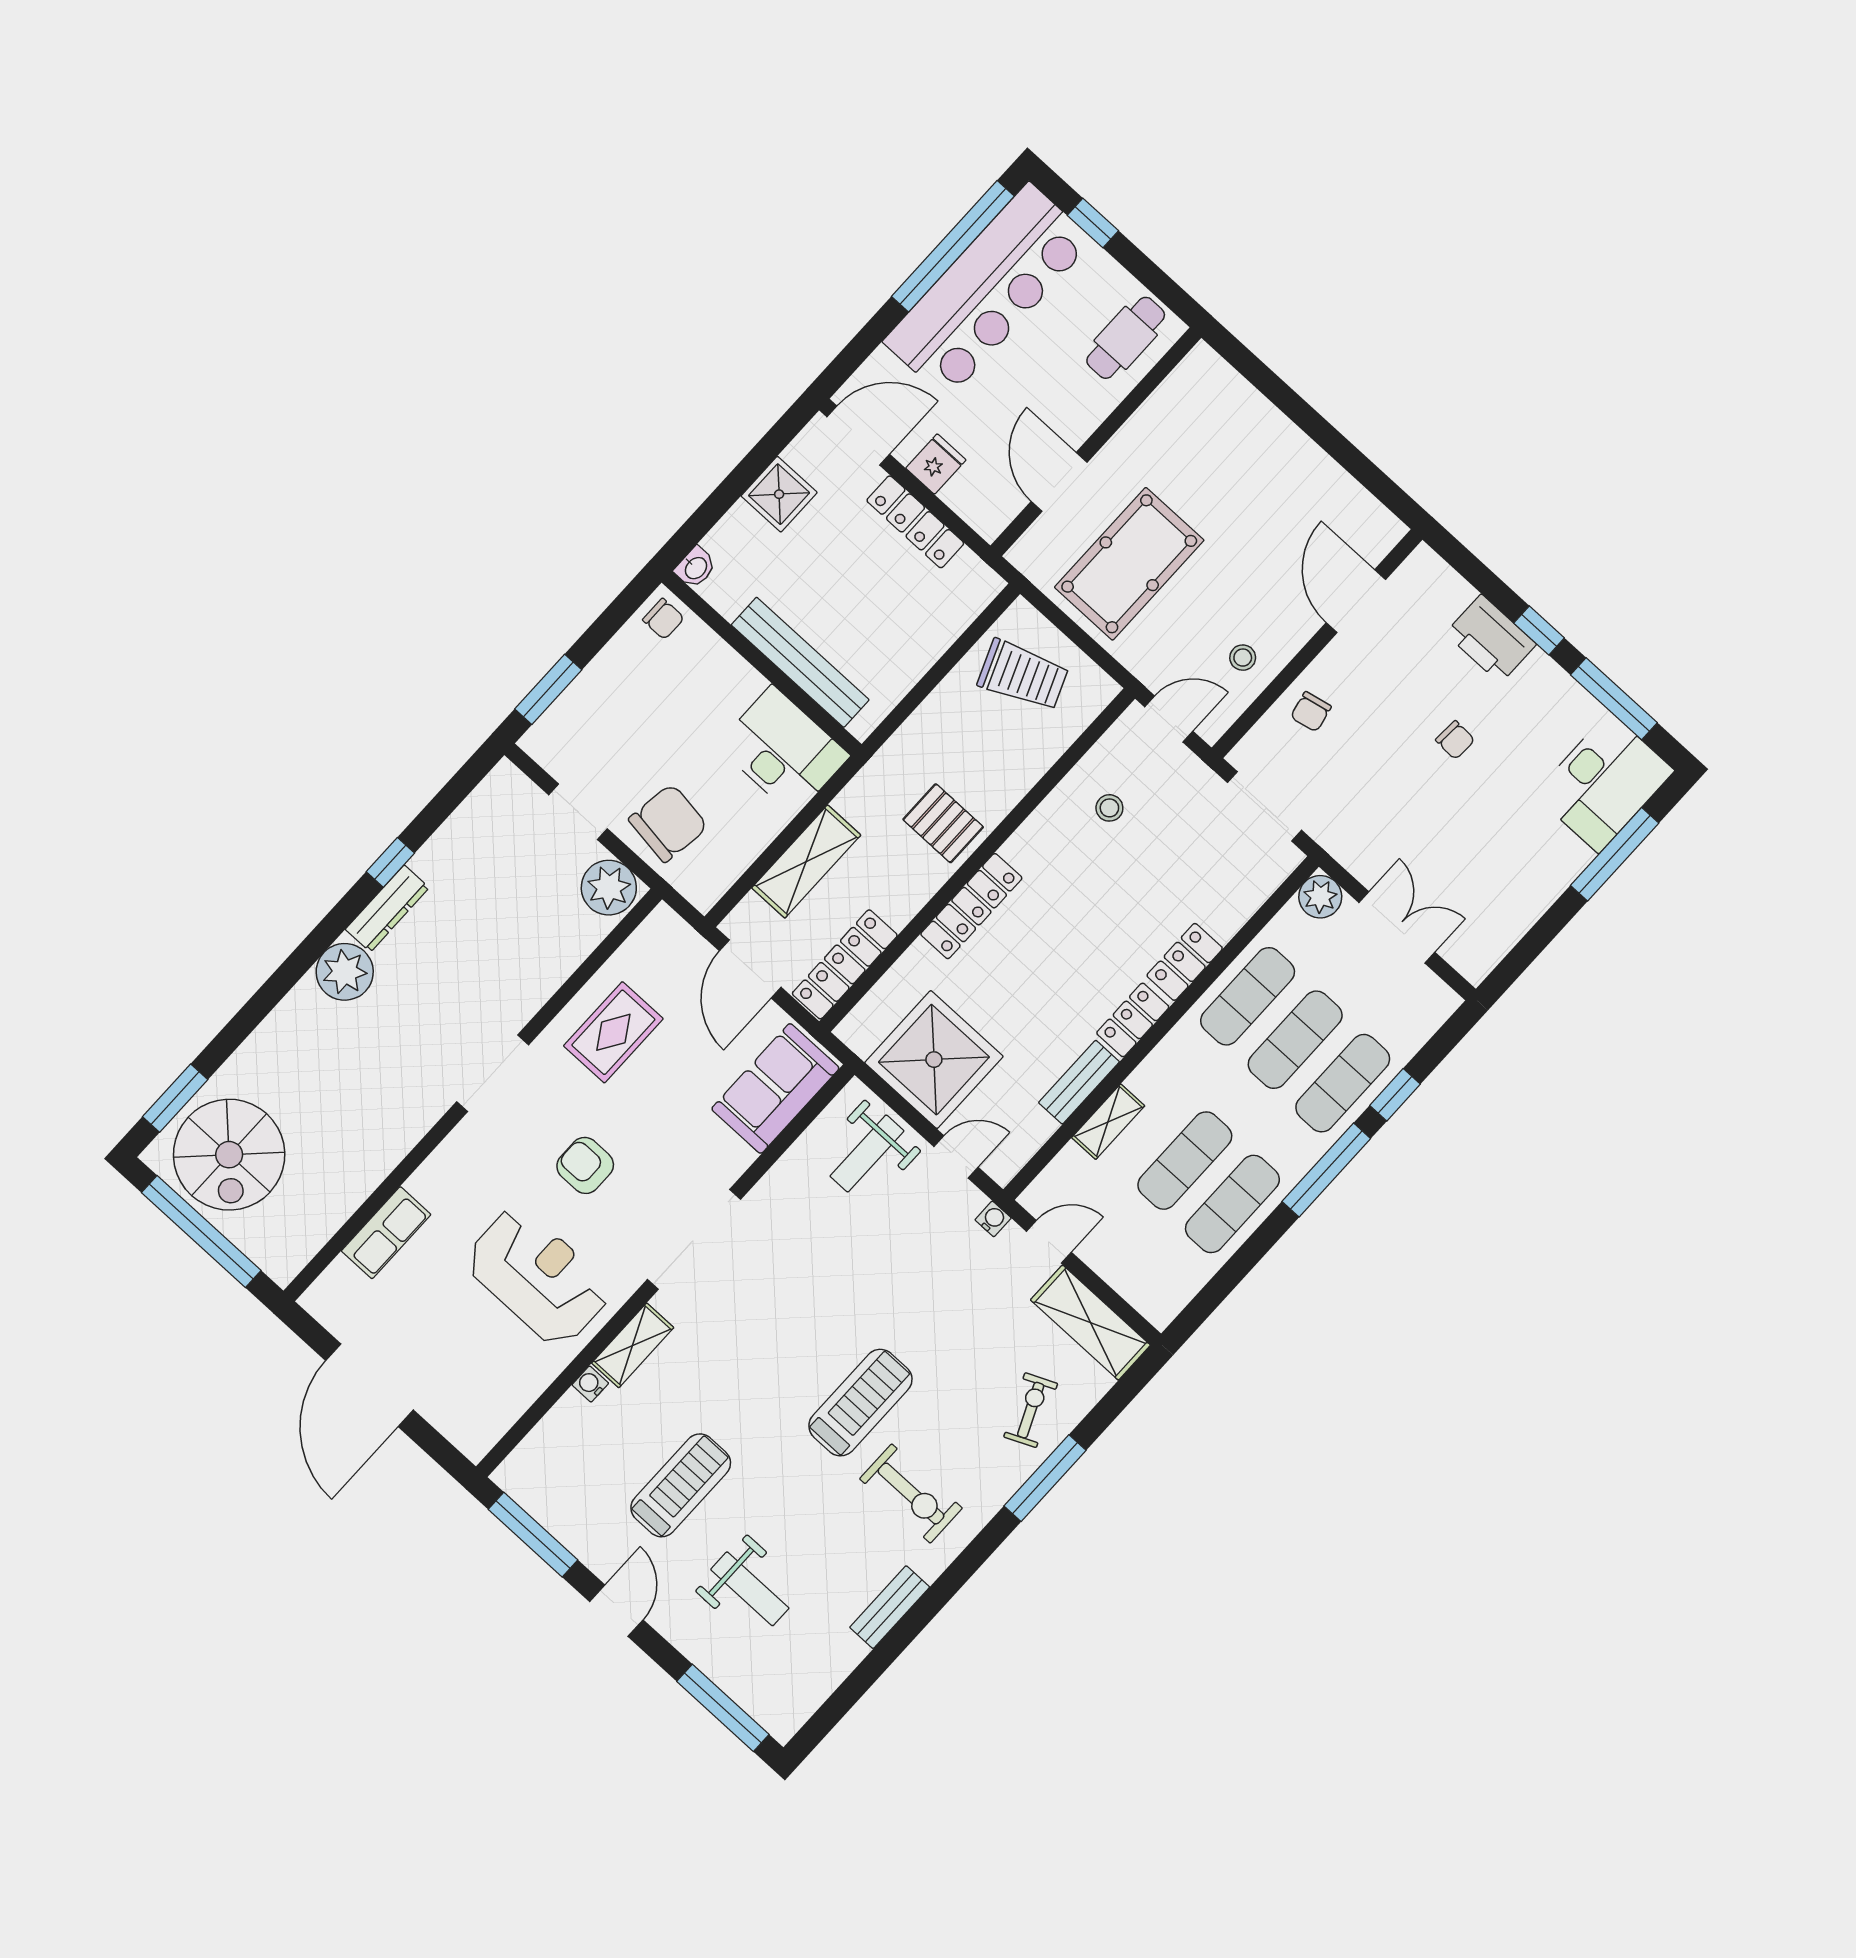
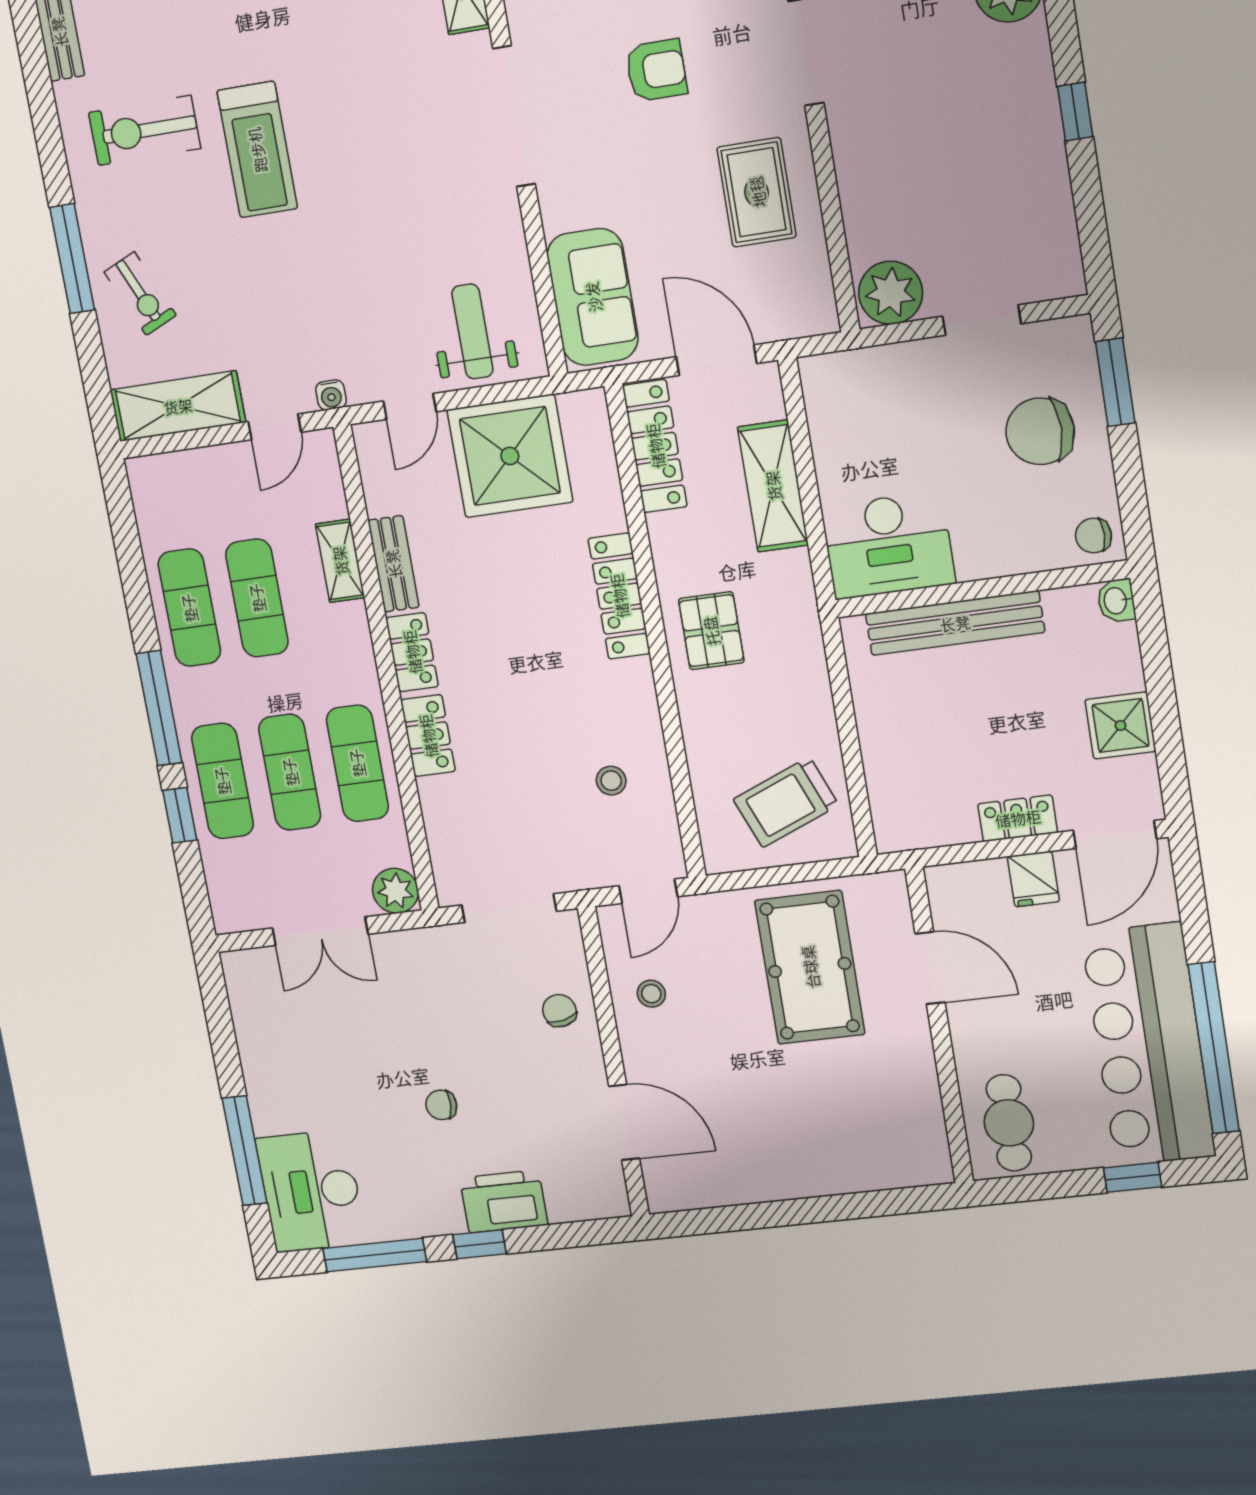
locker: (915, 522) -> (1018, 818), width x0.66
chair: (668, 823) -> (1040, 431), moved, turned 82
pallet: (943, 823) -> (711, 631), turned 90
dresser: (387, 909) -> (1035, 75), removed

